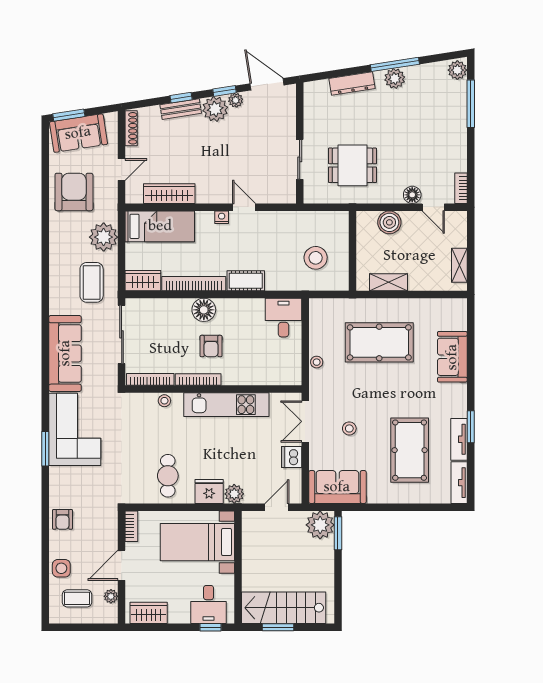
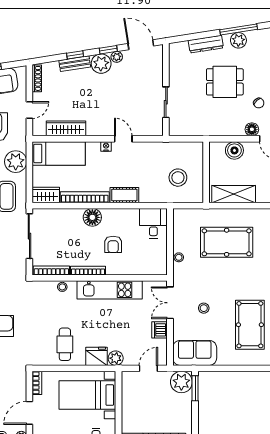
chair: (421, 160) -> (259, 103), added
dining table: (352, 165) -> (225, 82), moved
shelving: (388, 282) -> (234, 194), width x1.50, depth x1.33
armchair: (211, 346) -> (113, 244), moved

